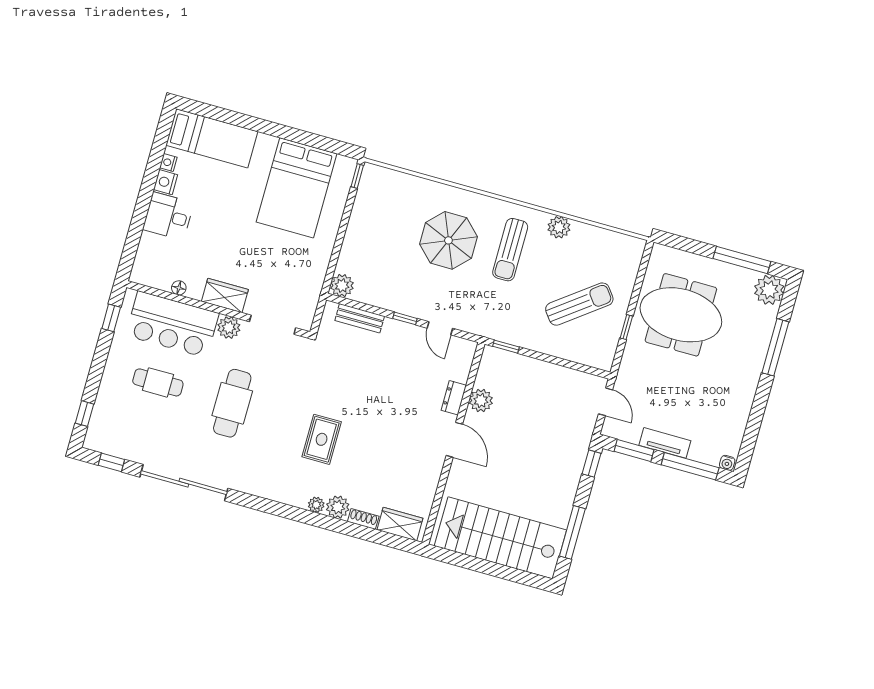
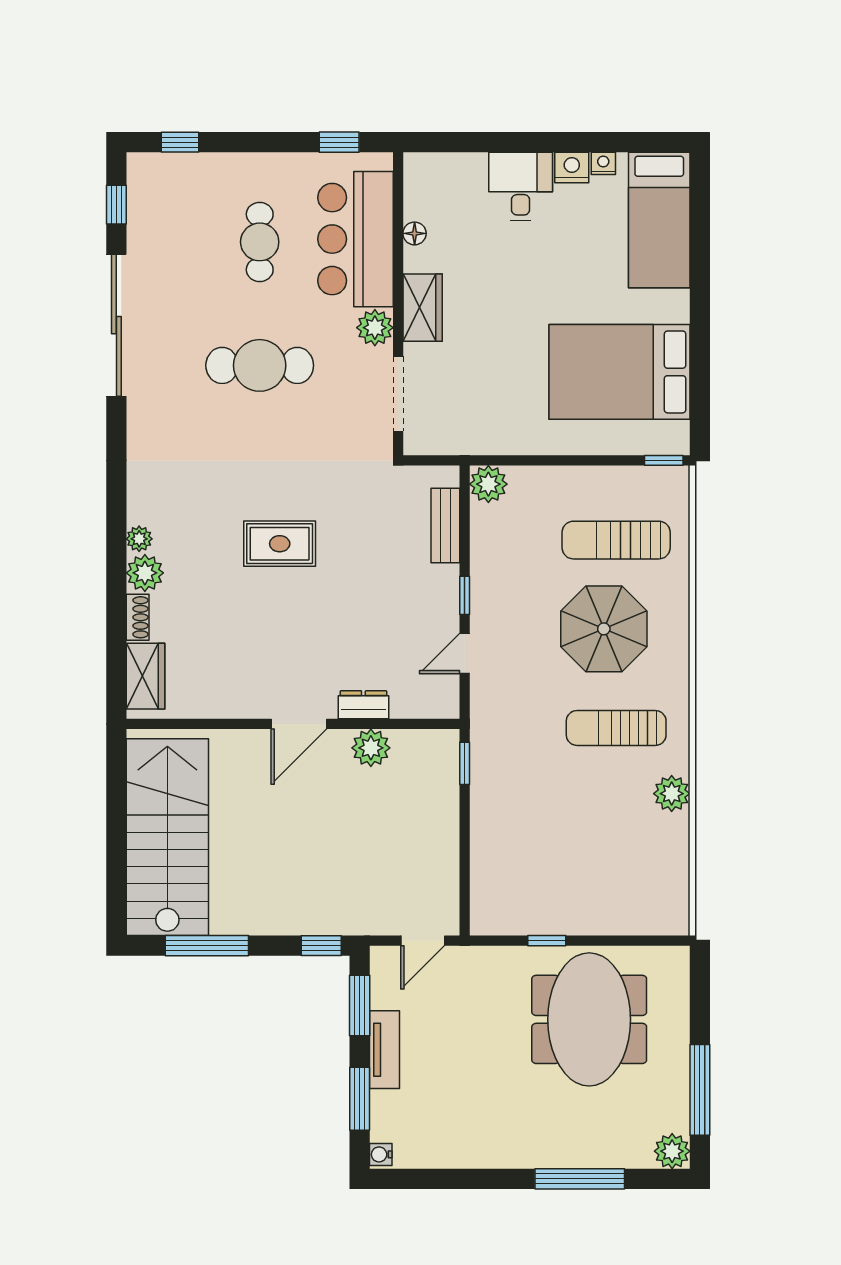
plant: (769, 290) -> (672, 1151), width x0.73, depth x0.73
sun lounger: (579, 304) -> (616, 540), moved, turned 127
rug: (322, 439) -> (280, 544), moved
window: (690, 466) -> (360, 1099), width x0.69

